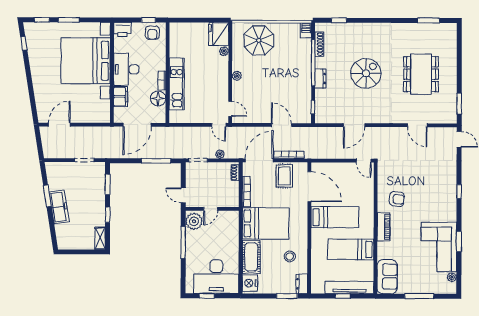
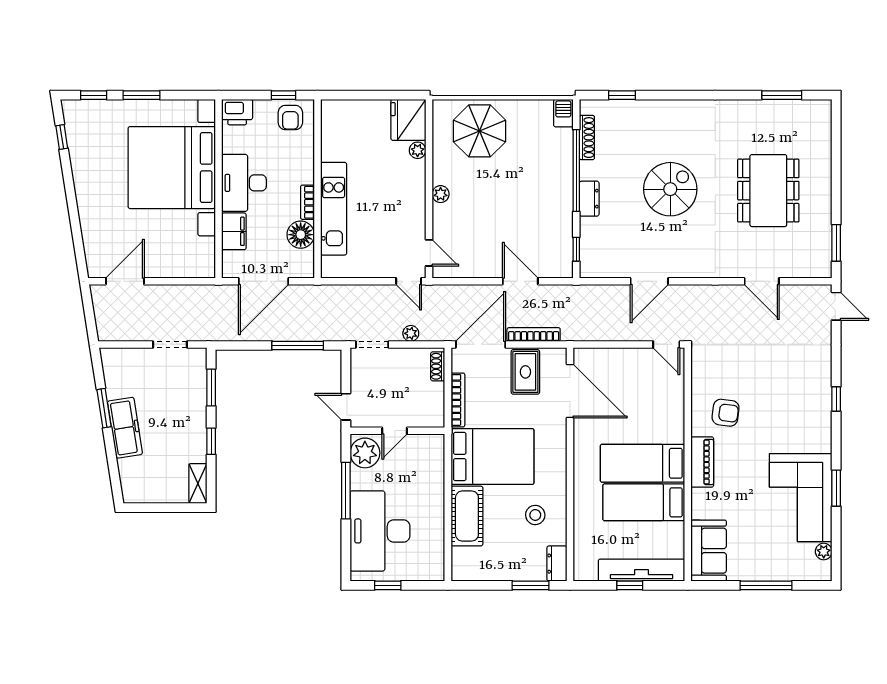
bed: (335, 217) -> (642, 463), moved, turned 180
desk: (216, 277) -> (380, 531), moved, turned 90
nightstand: (250, 283) -> (465, 563), removed

